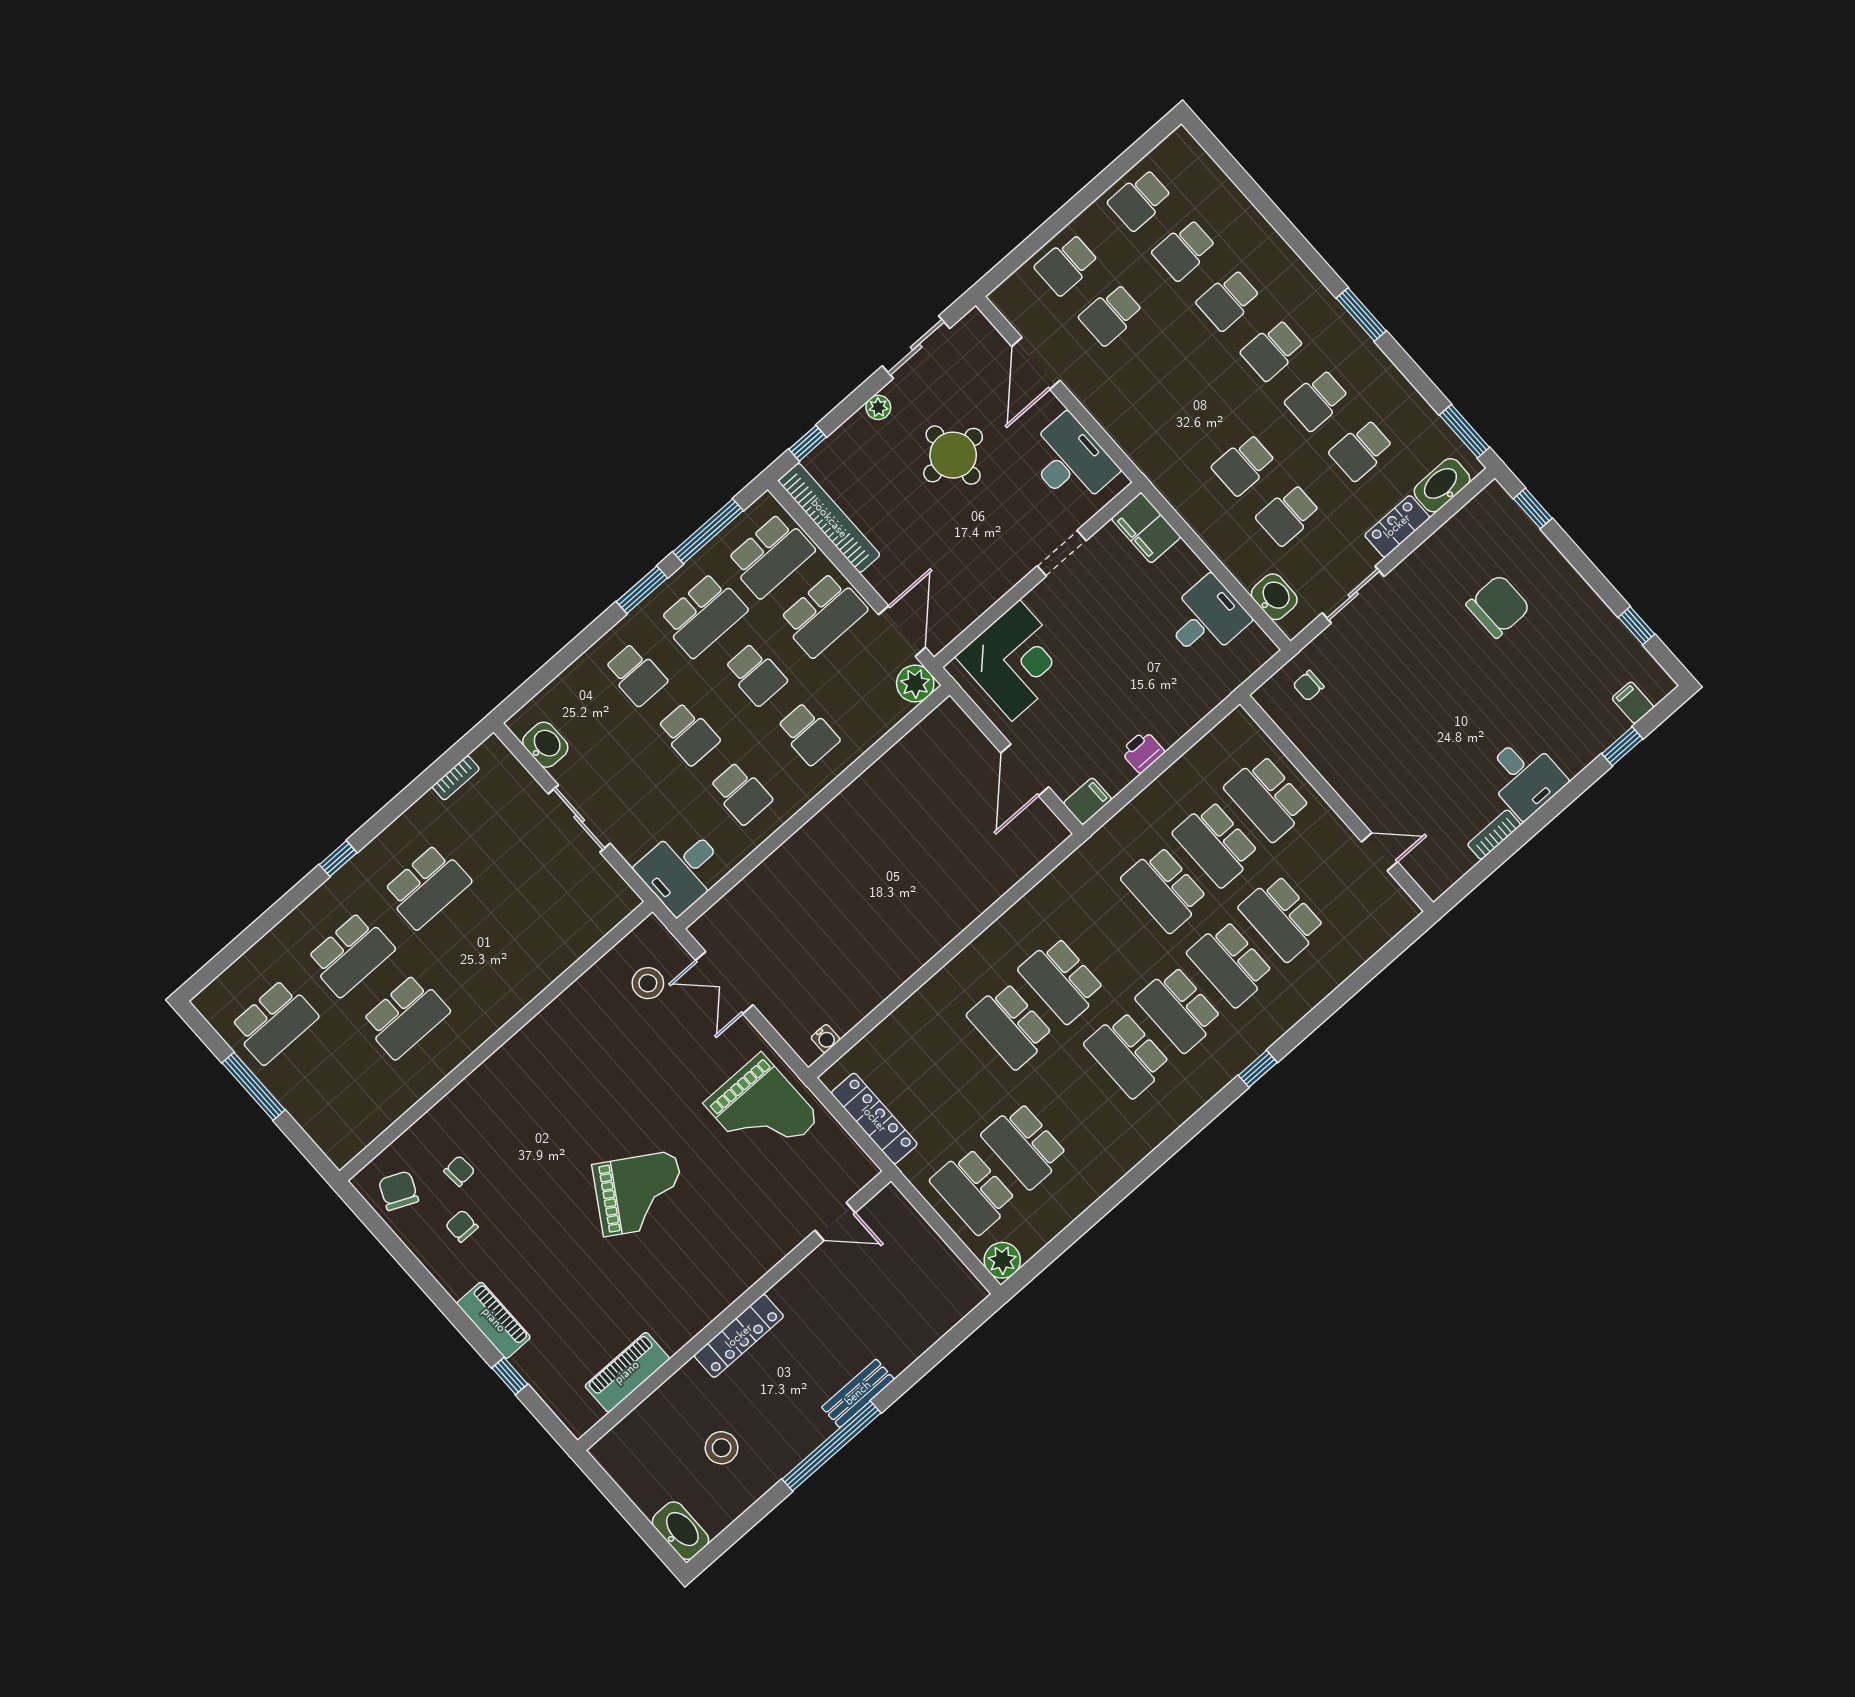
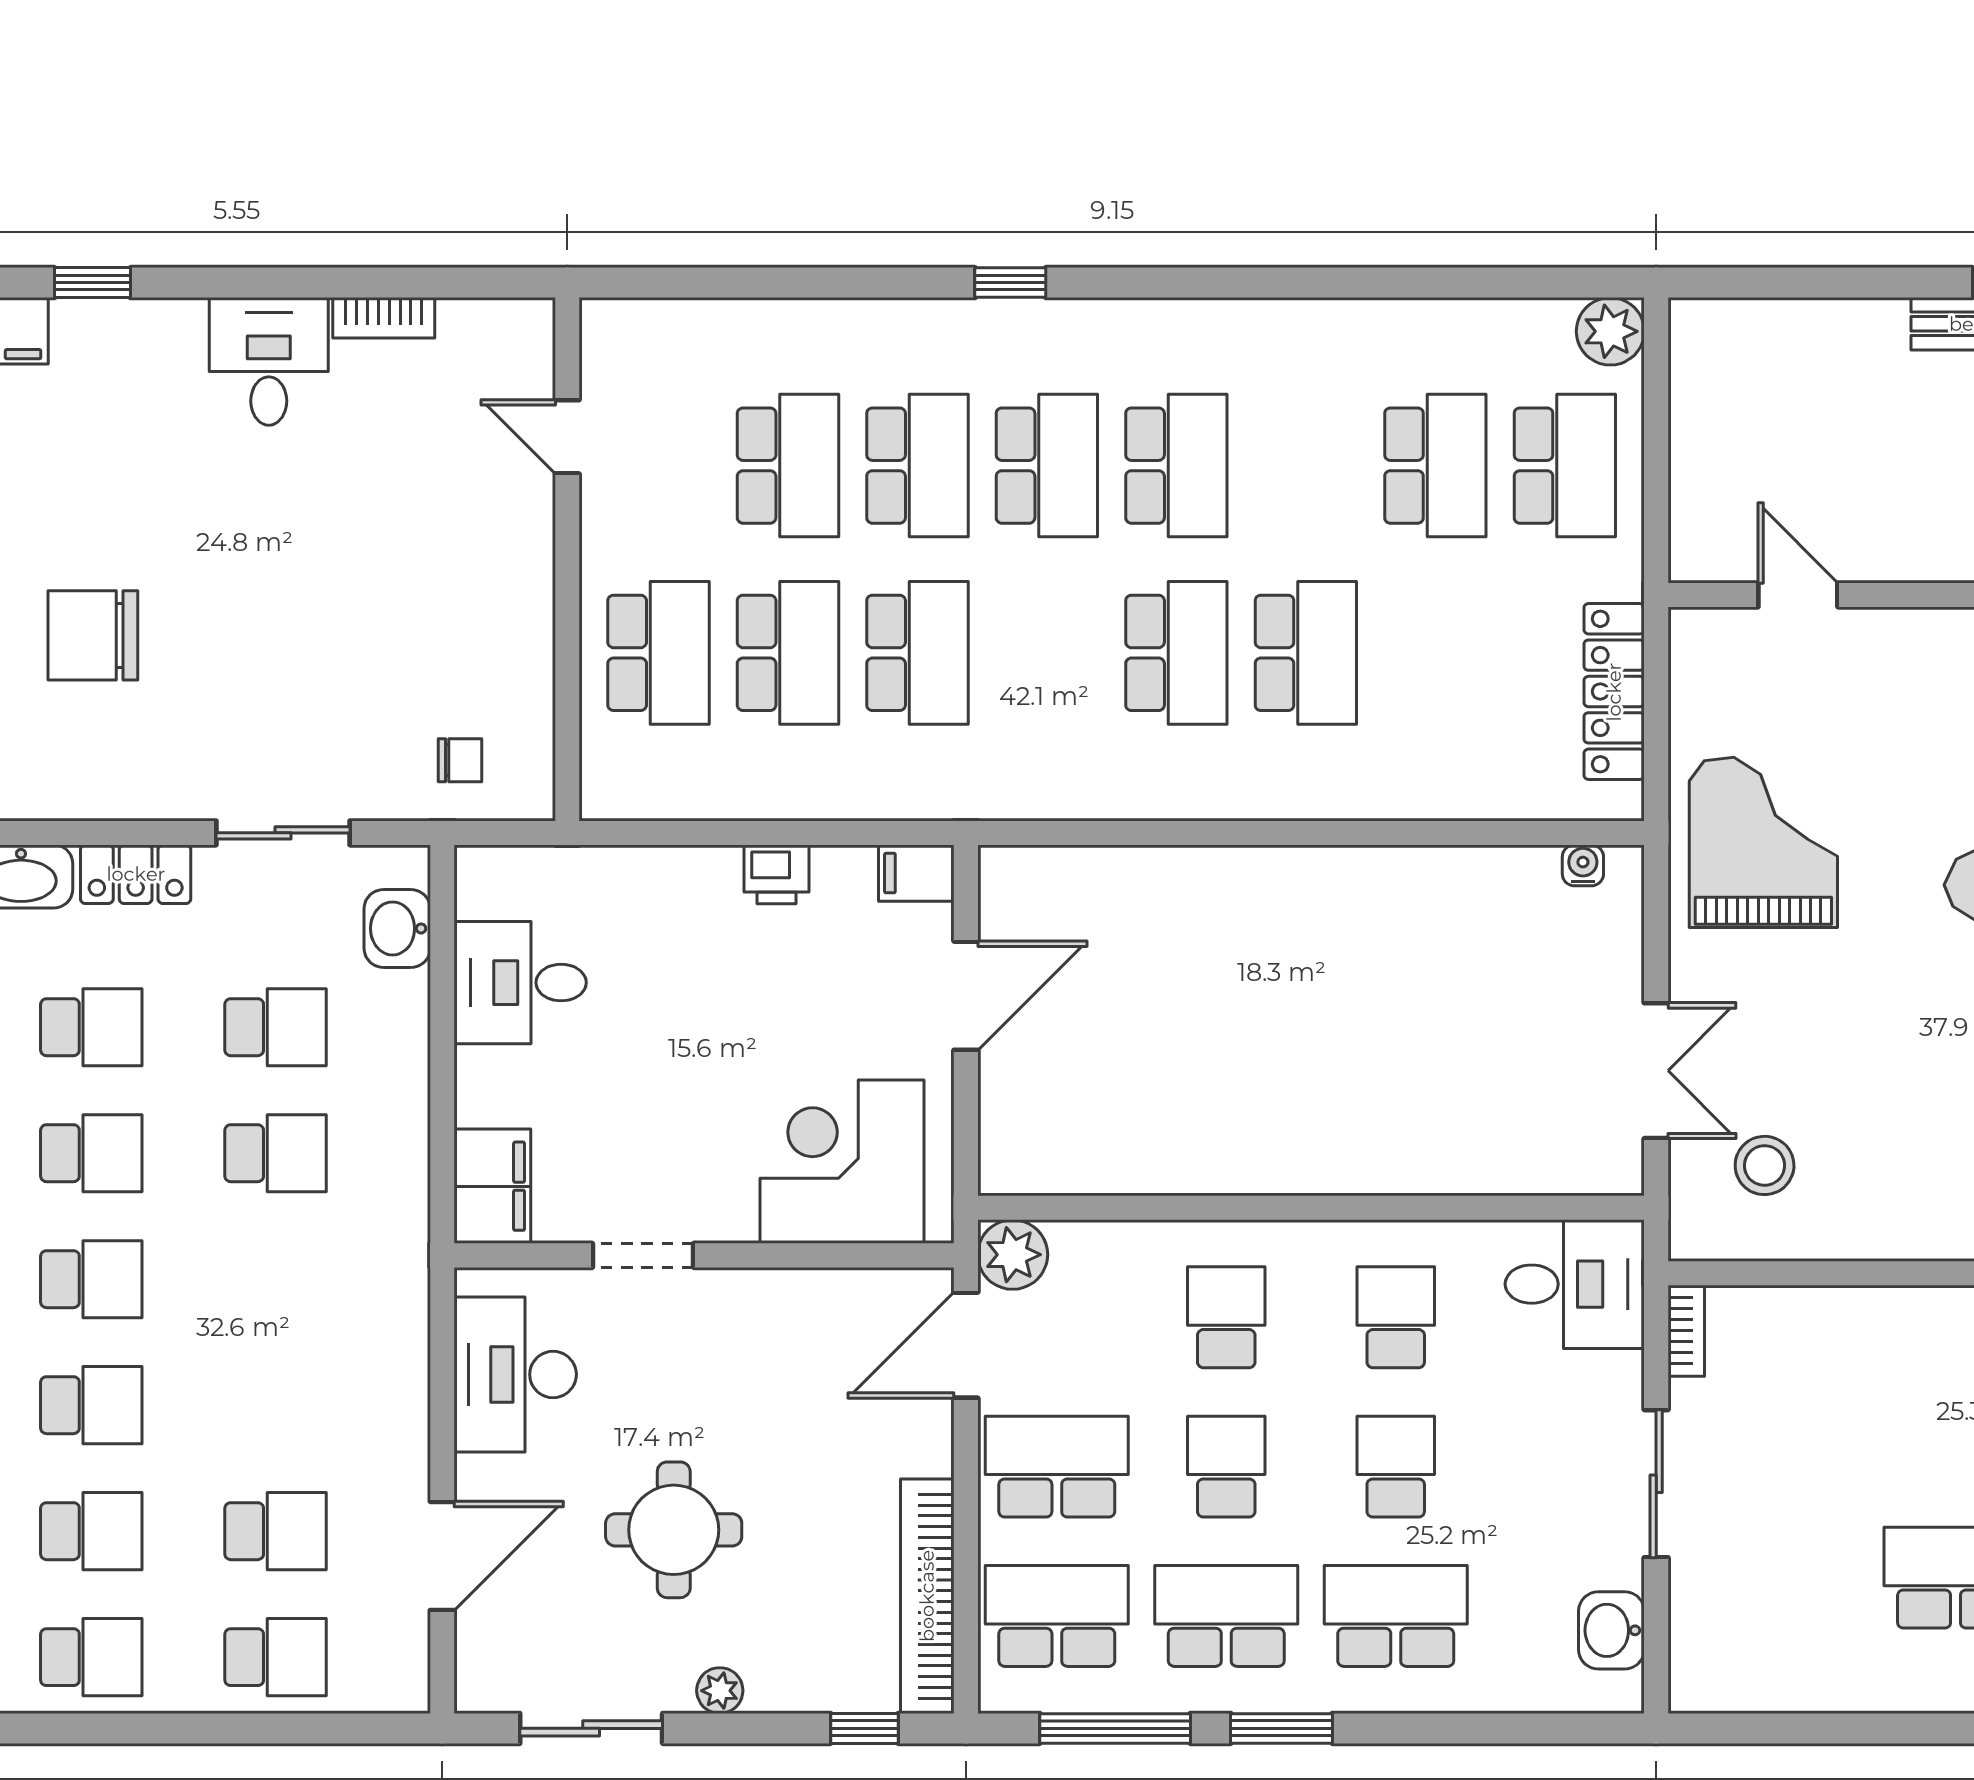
school desk: (636, 675) -> (1396, 1616), width x1.85
bookcase: (456, 778) -> (1686, 1331), moved, turned 90

